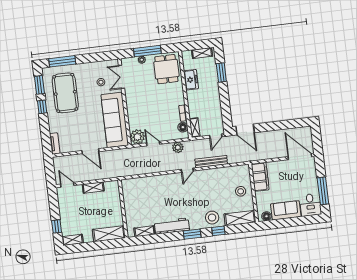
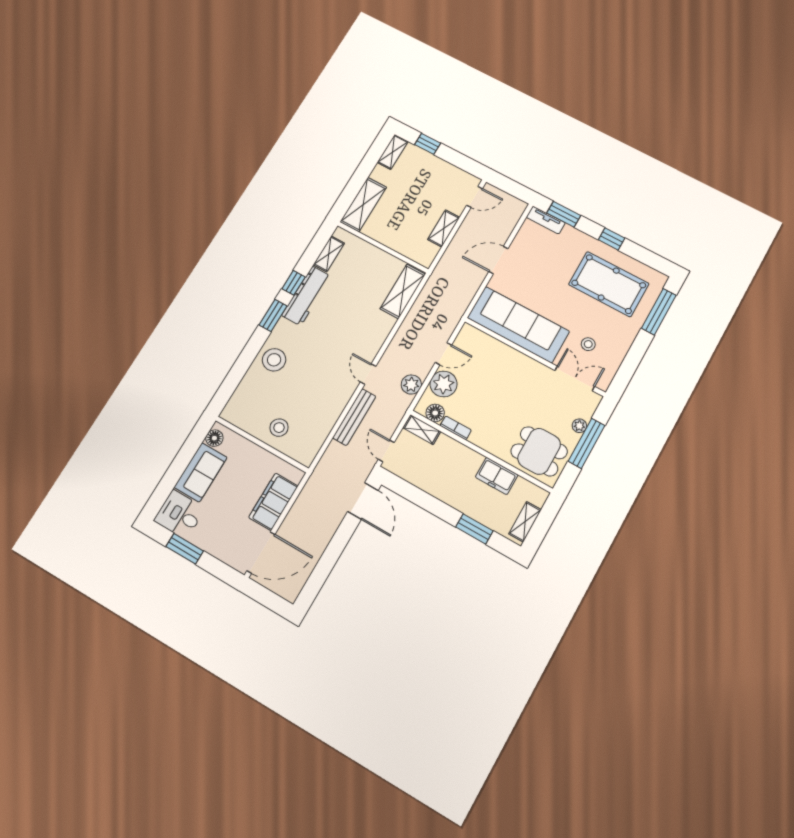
window: (39, 85) -> (564, 214), moved
door: (245, 130) -> (363, 501), swing flipped
plant: (137, 137) -> (444, 384), moved
filing cabinet: (260, 177) -> (273, 502), moved, turned 90
window: (323, 191) -> (185, 549), width x0.69
shelving: (240, 218) -> (403, 291), moved
window: (218, 231) -> (294, 283), moved

